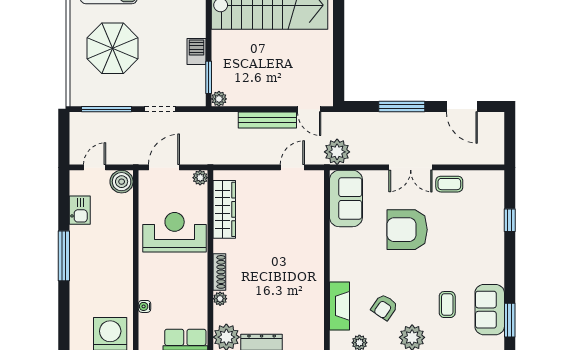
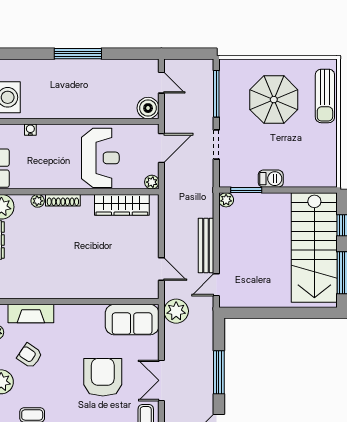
door: (164, 167) -> (161, 148), hinge flipped
kitchen sink: (80, 210) -> (121, 69), removed

